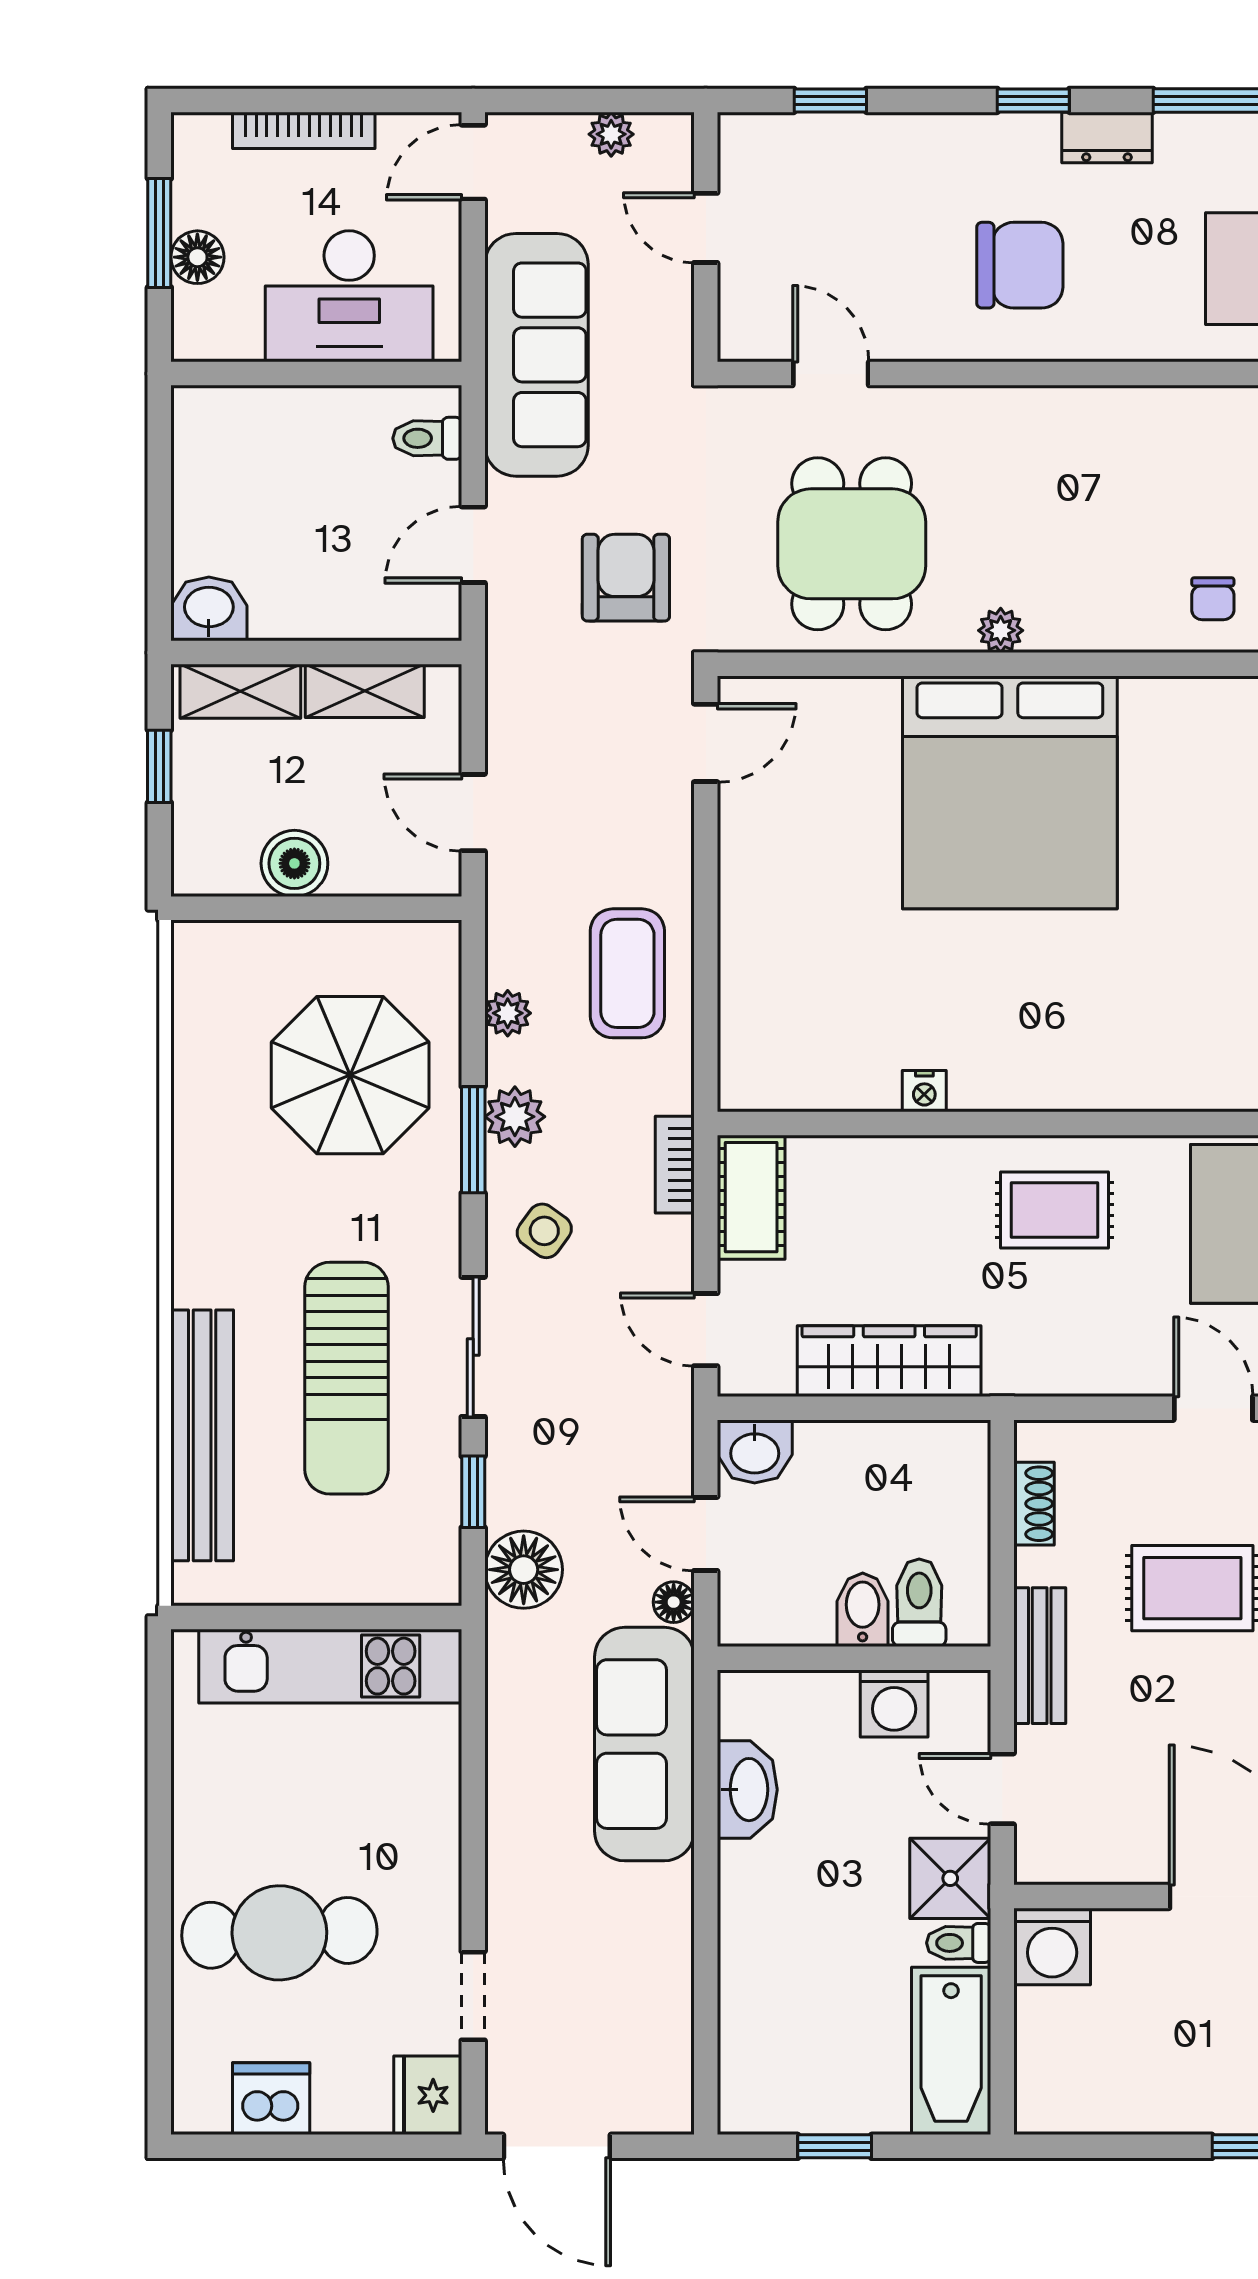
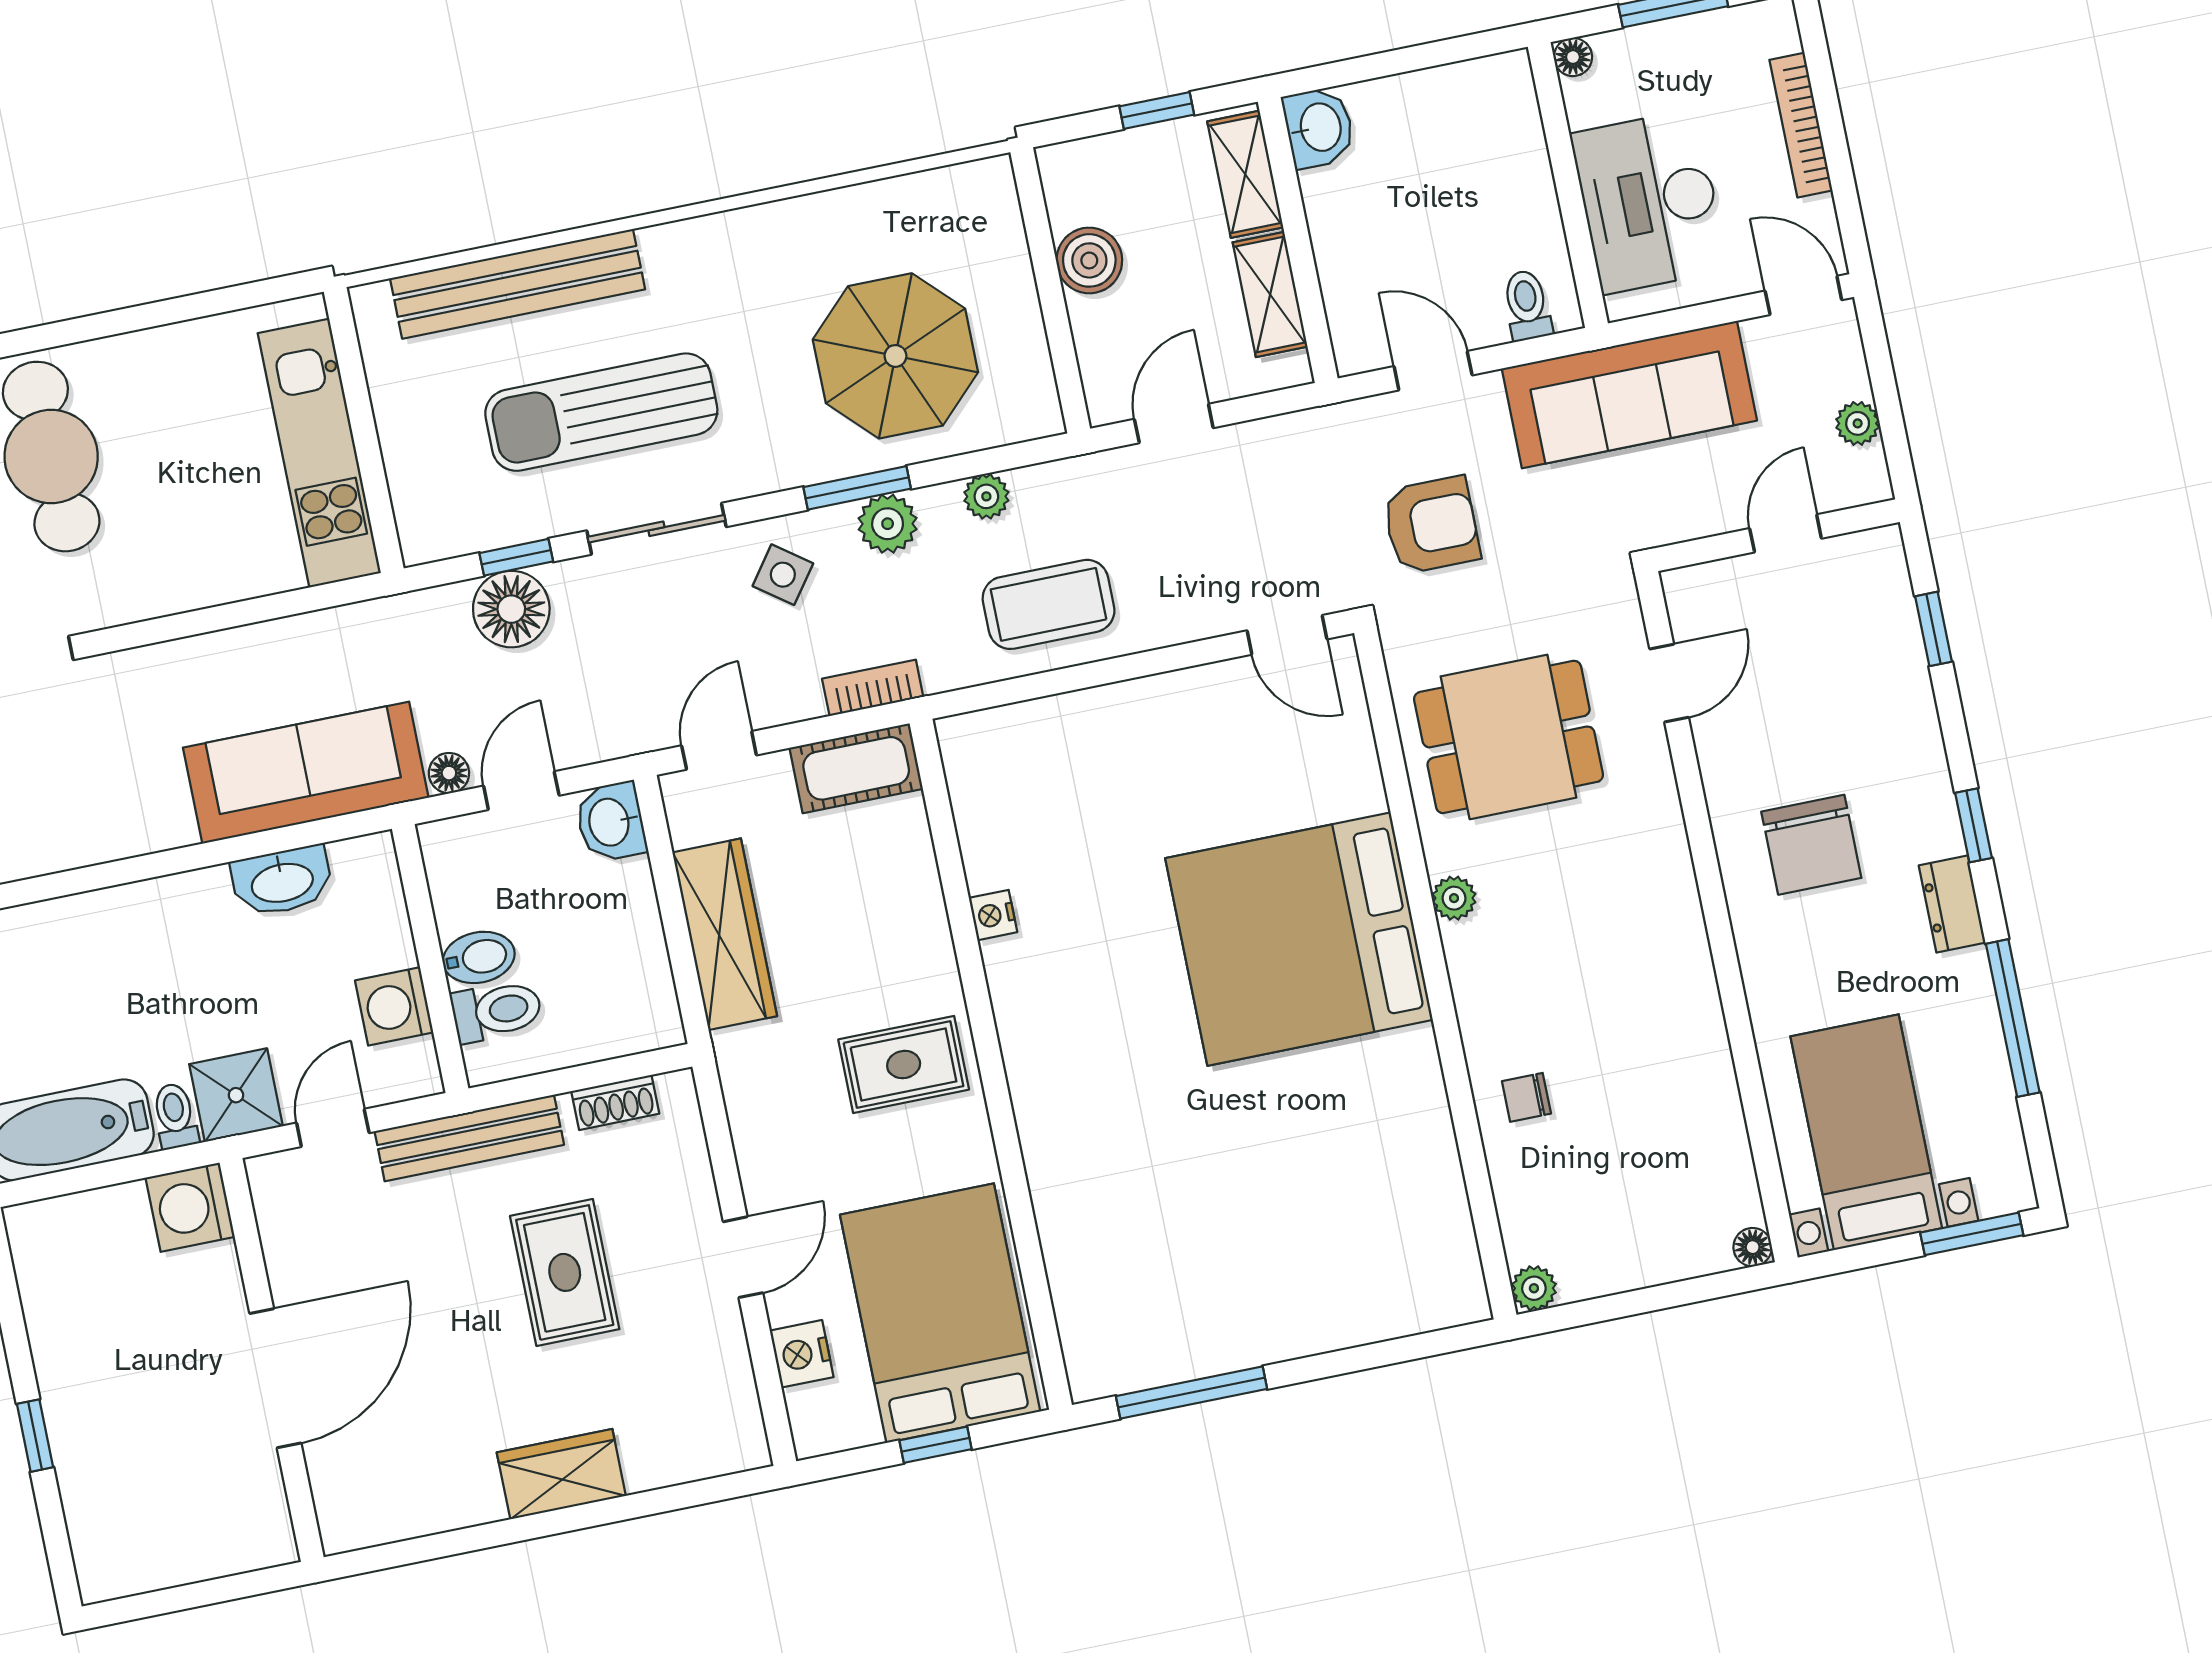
floor lamp: (197, 257) -> (1573, 57), moved, width x0.73, depth x0.73
rug: (1055, 1210) -> (904, 1065), turned 90
floor lamp: (524, 1570) -> (511, 609), moved
bench: (1040, 1656) -> (469, 1138), width x1.36

